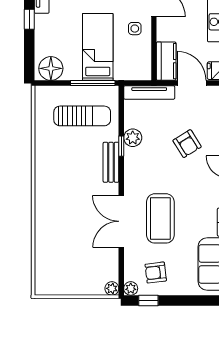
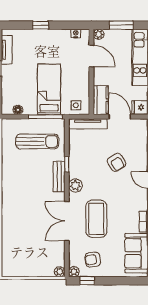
side table: (135, 29) -> (76, 105), moved
floor lamp: (51, 68) -> (18, 110), width x0.53, depth x0.53
plant: (133, 138) -> (75, 185), moved

